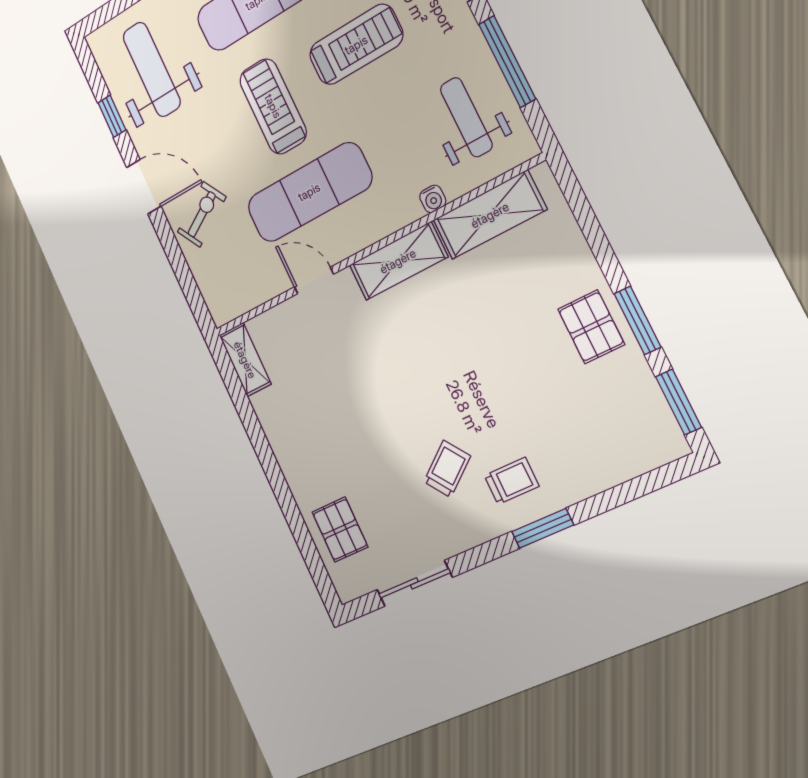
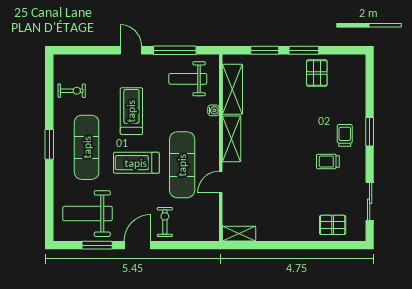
window: (112, 116) -> (97, 245), width x1.50
exercise bike: (202, 214) -> (165, 222), turned 32
pallet: (591, 327) -> (317, 73), moved, turned 90
window: (678, 402) -> (265, 50), moved
trolley: (447, 469) -> (328, 161), turned -53

